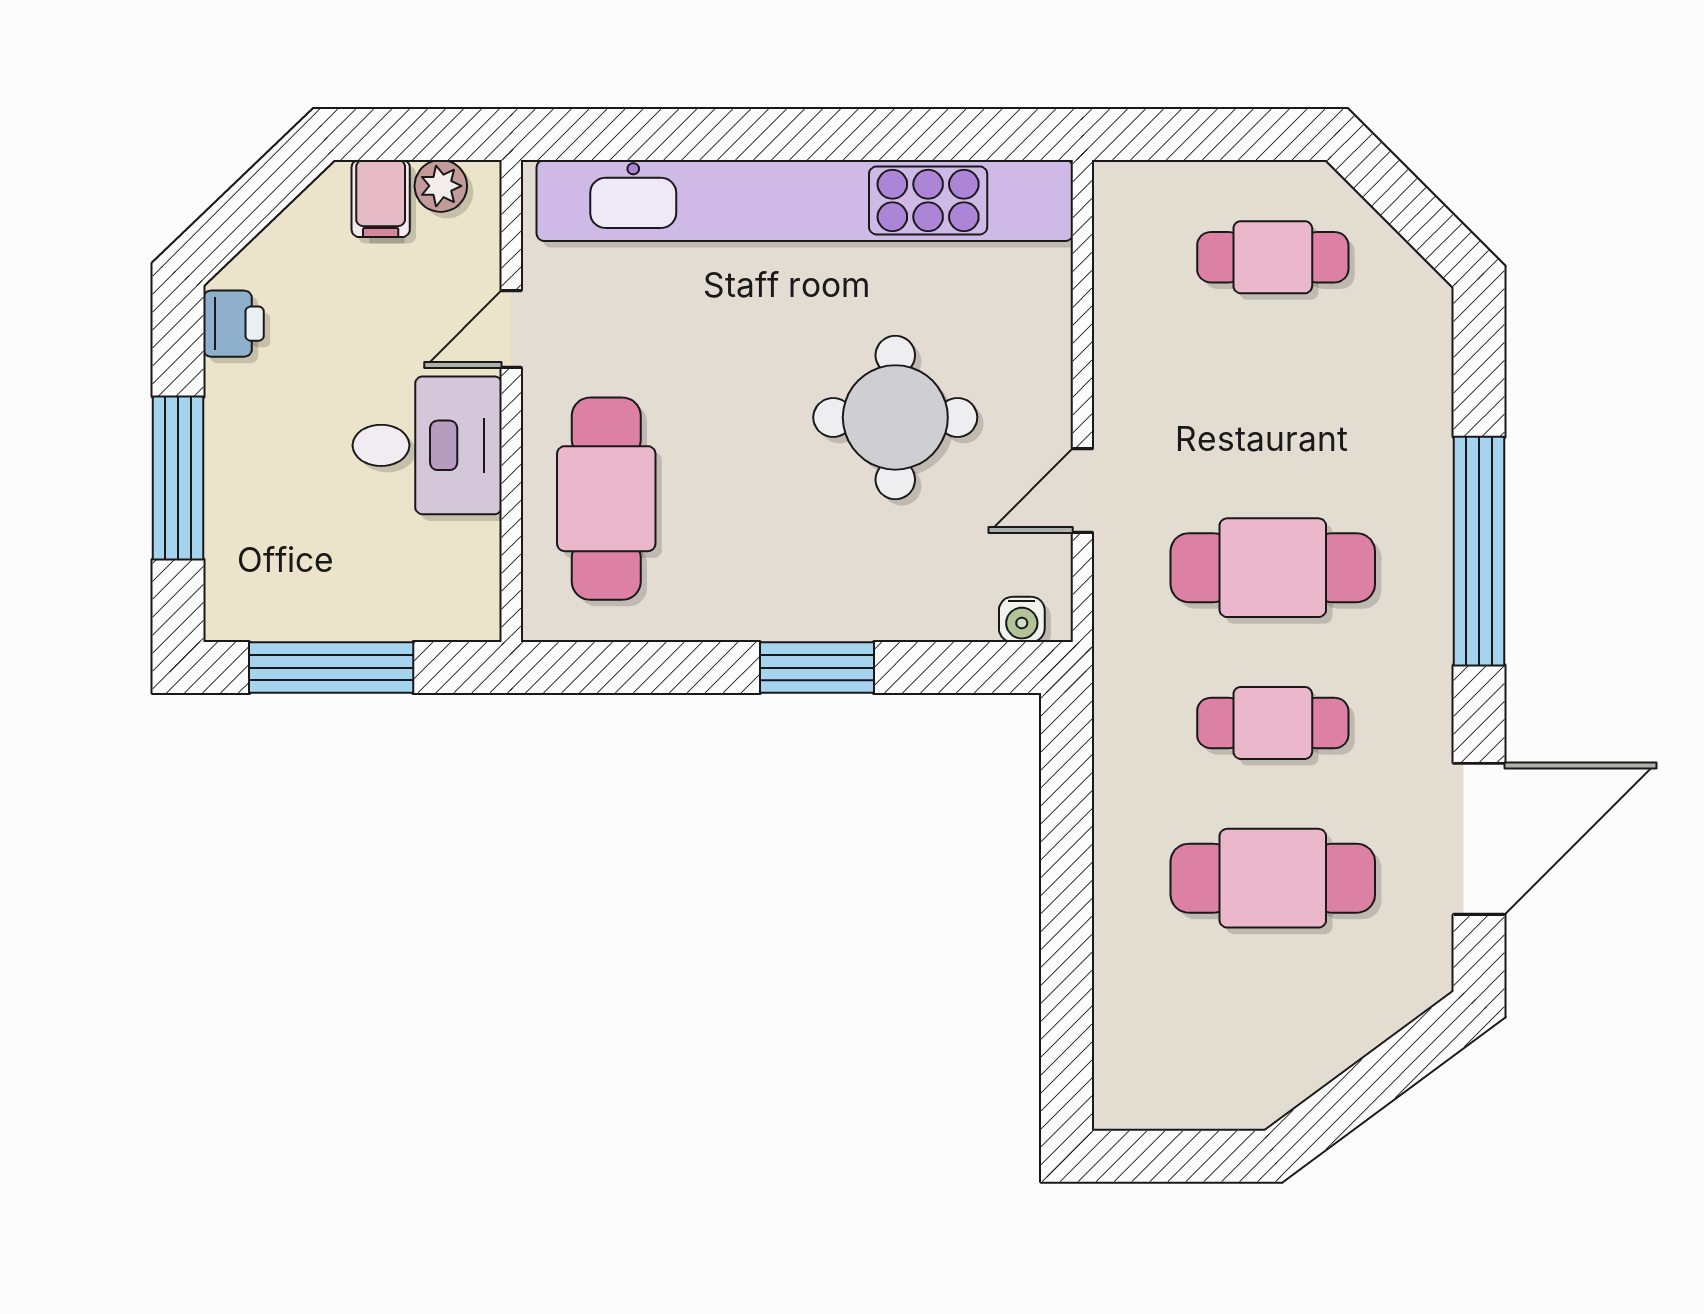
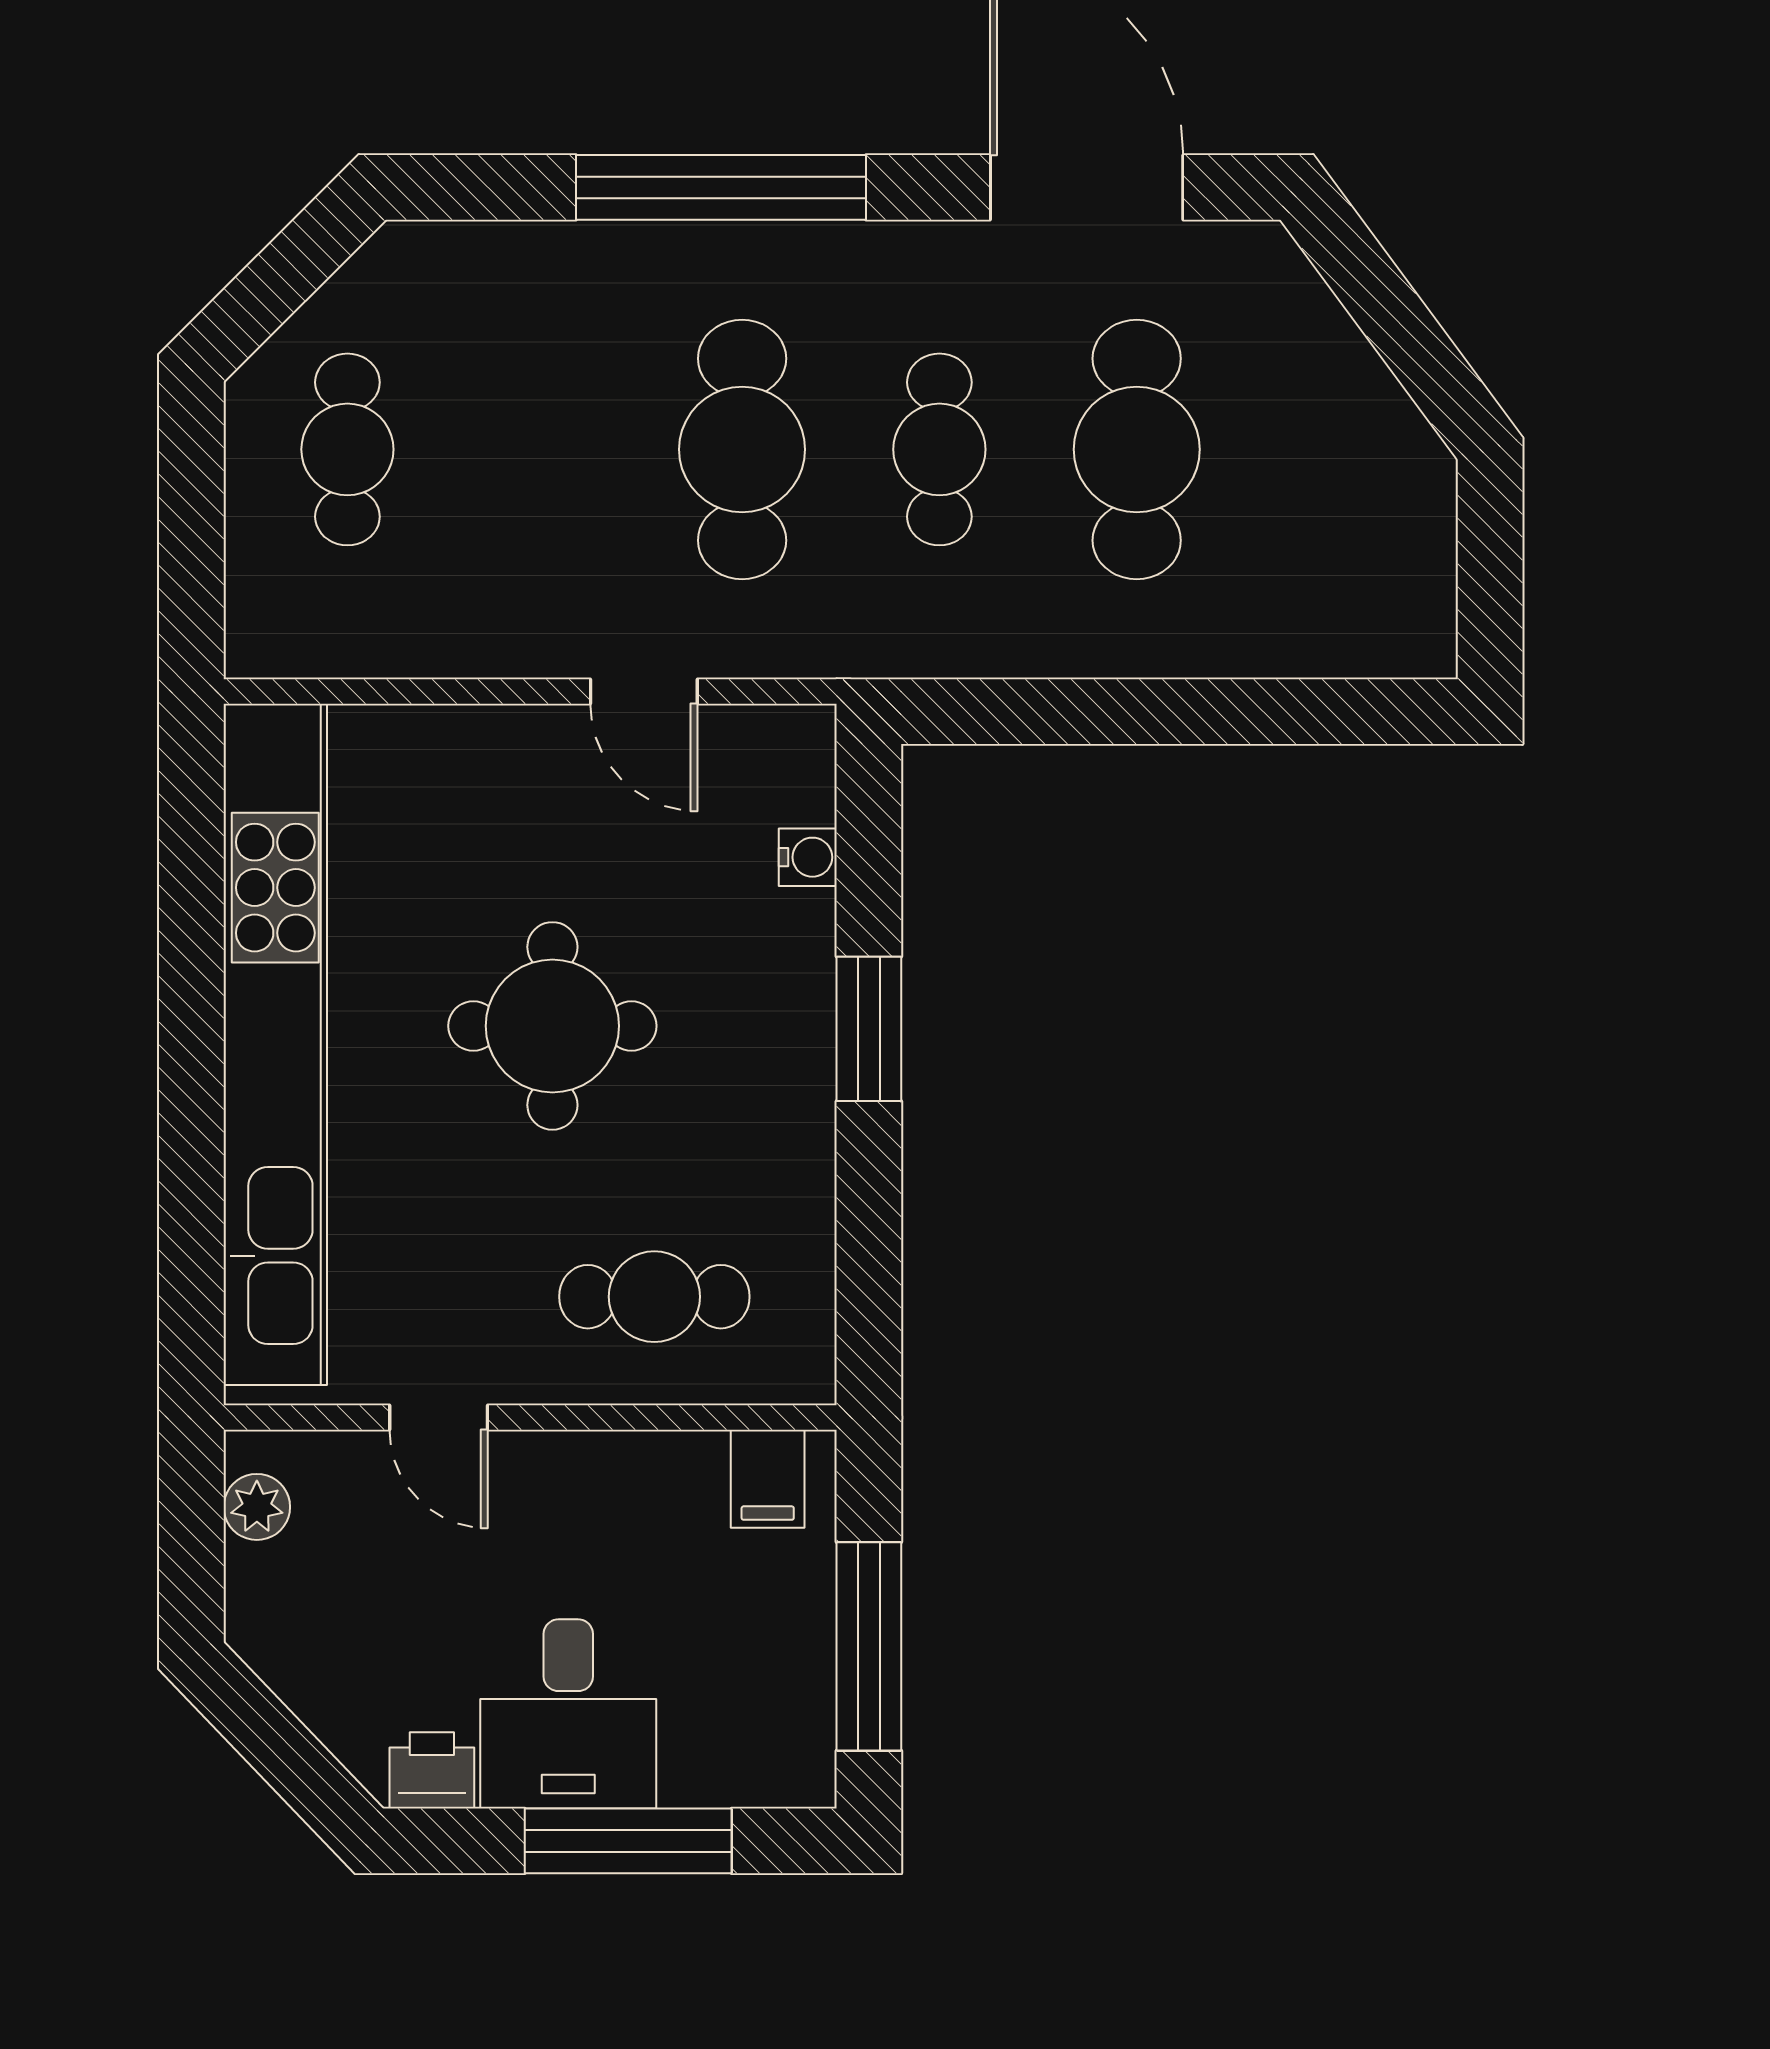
filing cabinet: (381, 198) -> (768, 1479), moved, turned 90
round table: (895, 417) -> (552, 1026), moved
desk: (427, 445) -> (568, 1714), moved, turned 180
cafe table: (606, 499) -> (654, 1297), width x0.73, depth x0.74
water cooler: (1022, 619) -> (808, 857), moved

